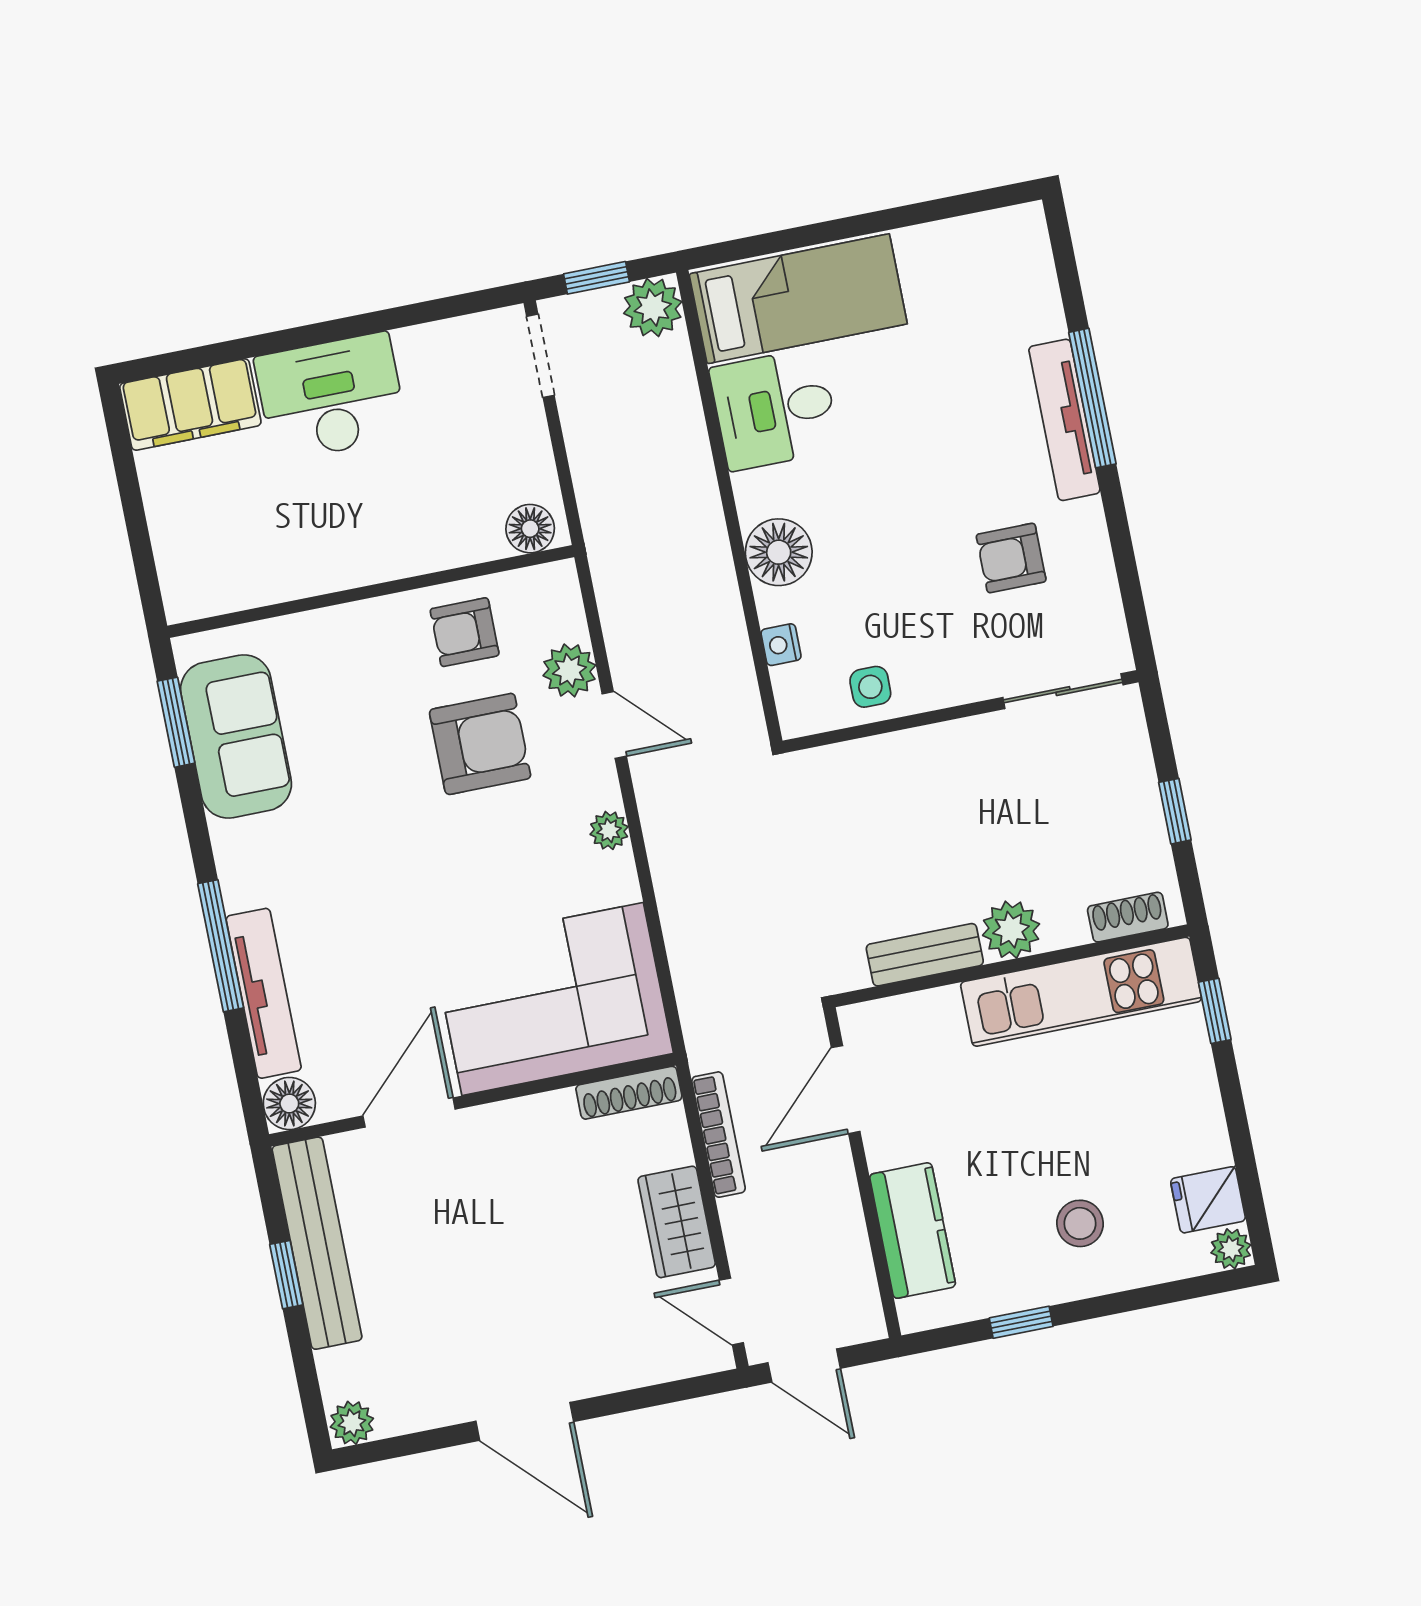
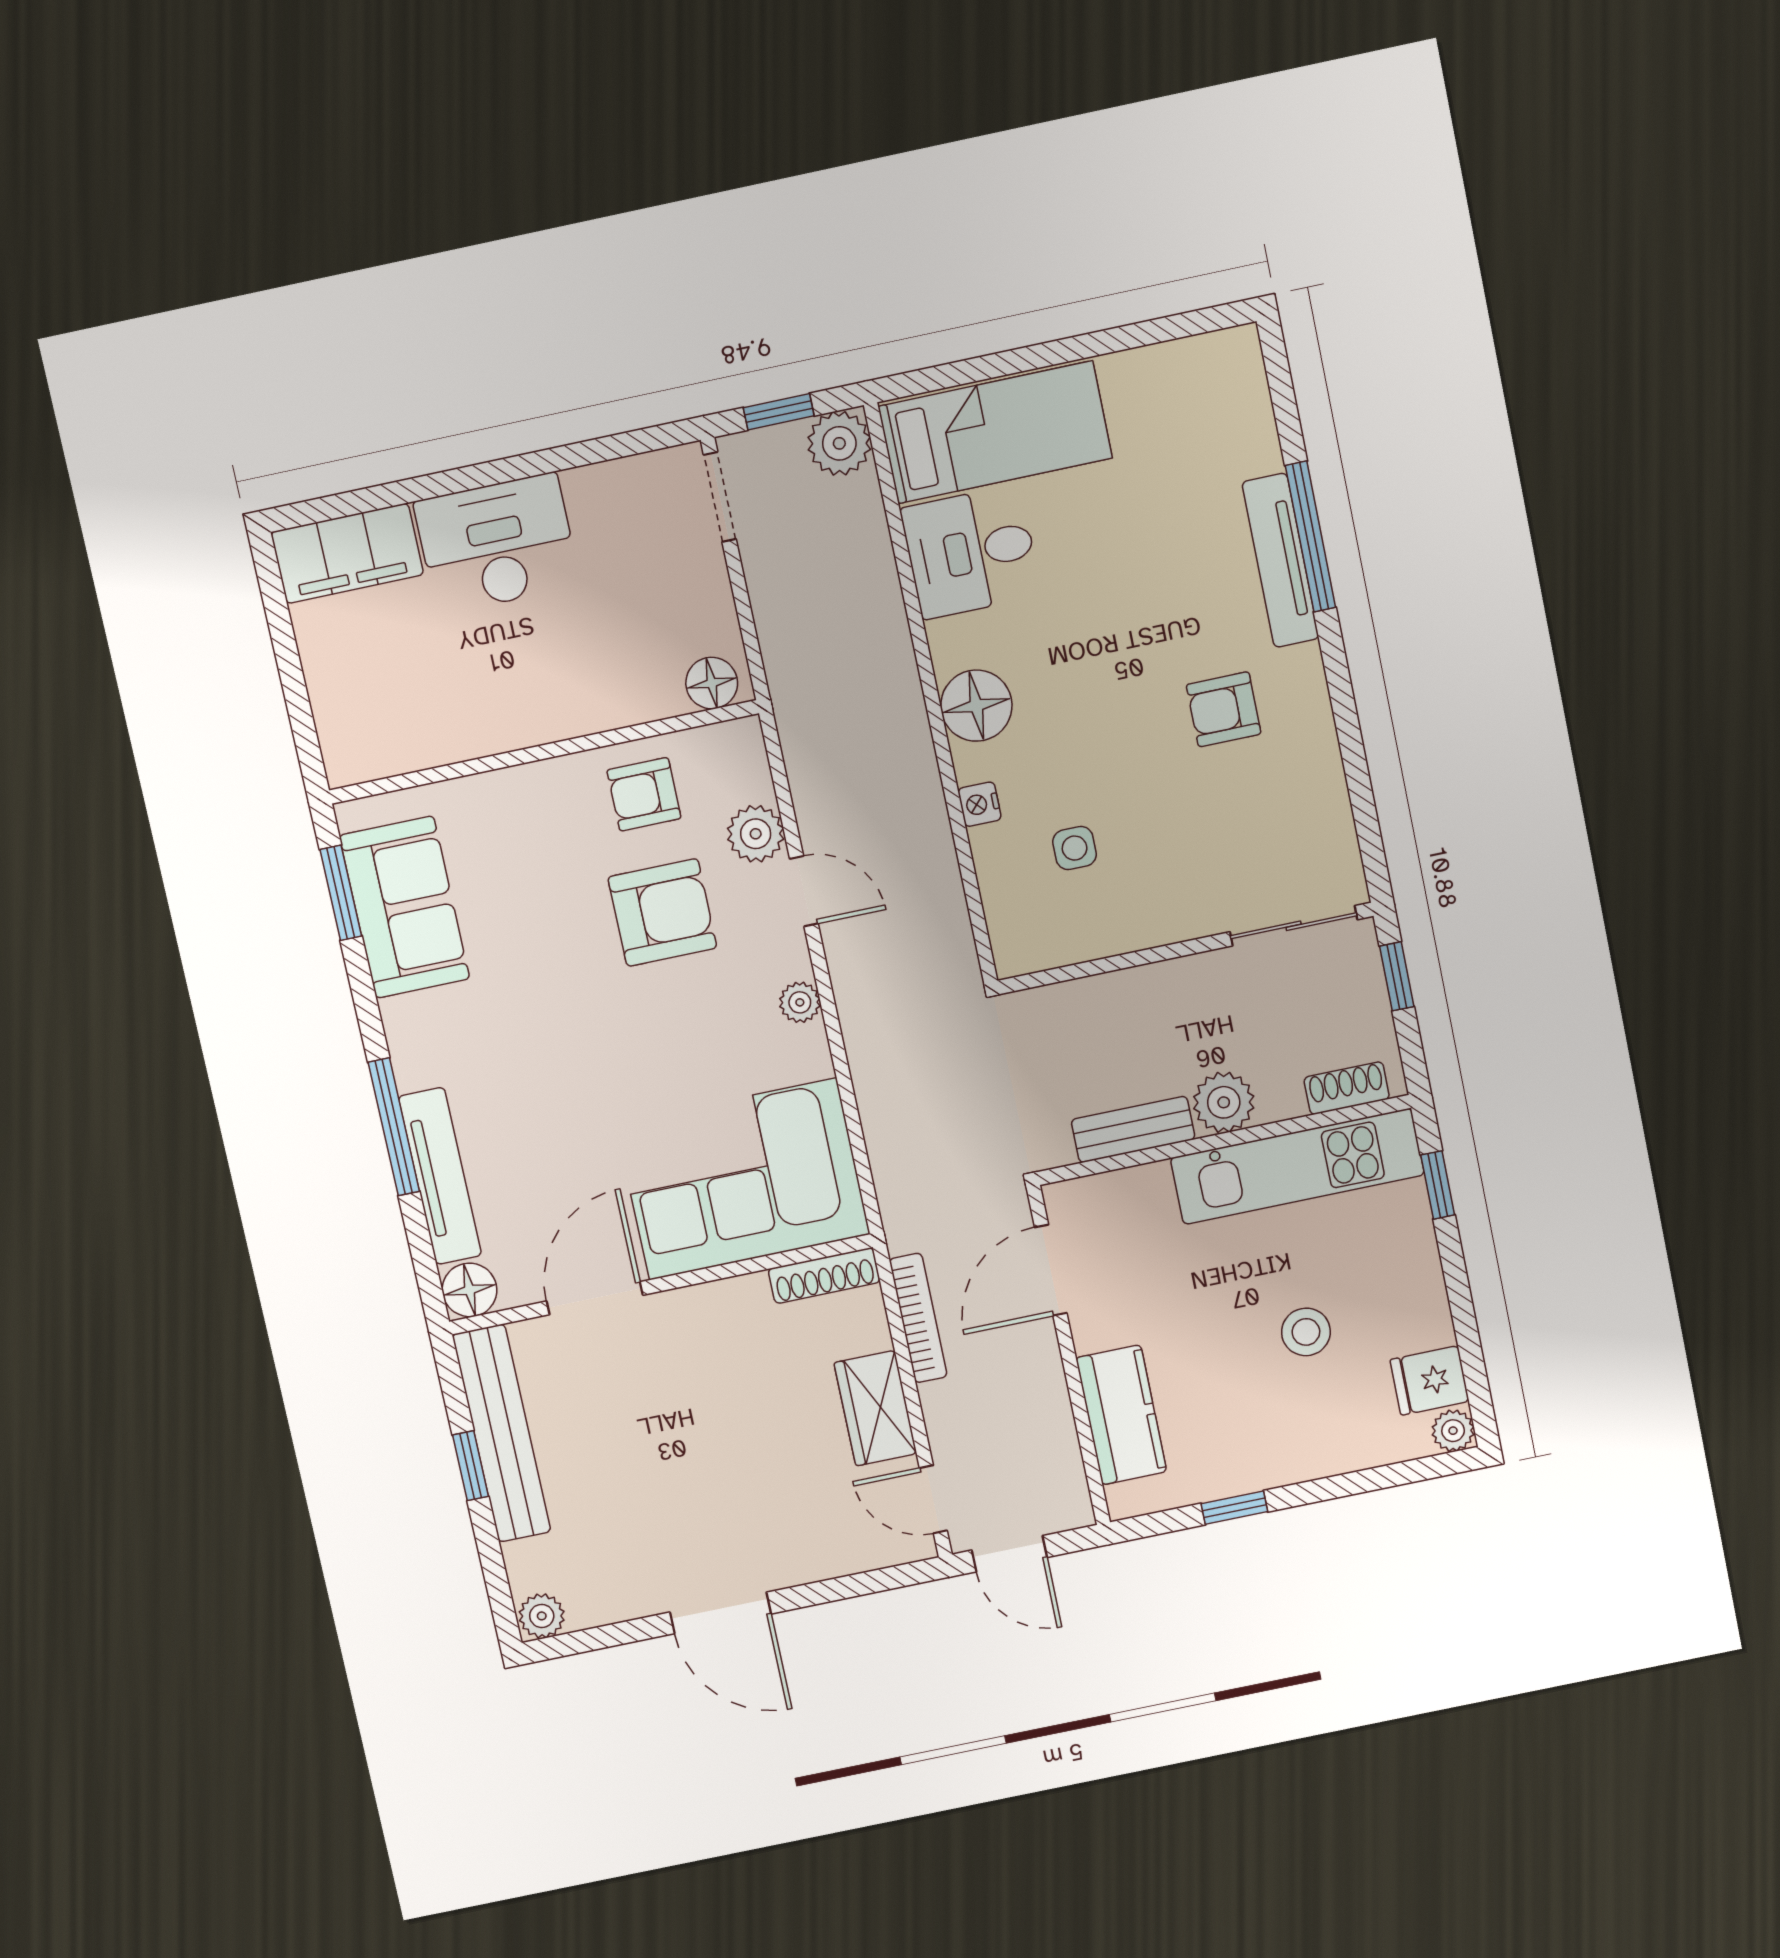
sliding door: (1063, 691) -> (1294, 926), moved
wall: (960, 712) -> (1185, 948), moved
stool: (1080, 1223) -> (1306, 1332), moved

